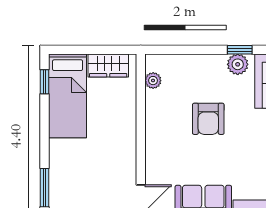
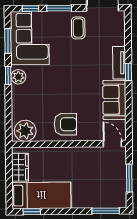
plant: (153, 81) -> (25, 131), width x1.88, depth x1.88
armchair: (208, 119) -> (65, 124), moved

